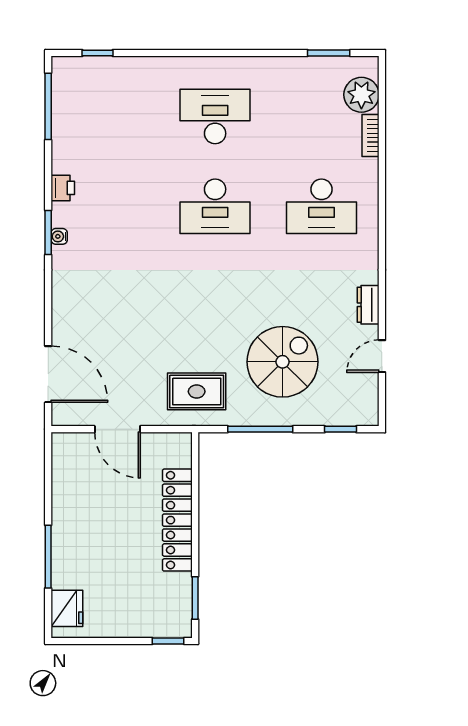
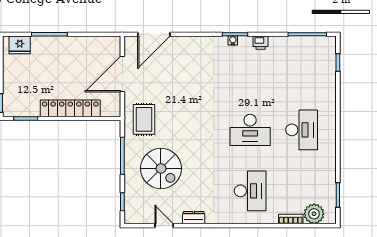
desk: (215, 206) -> (250, 130), turned -90
desk: (321, 206) -> (250, 191), turned 180
door: (117, 429) -> (122, 74), width x1.36

